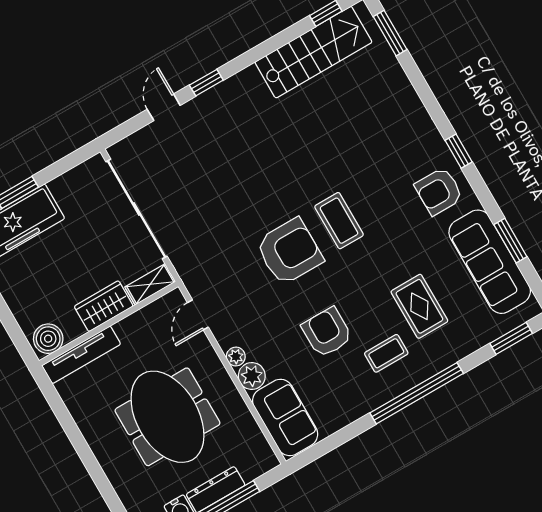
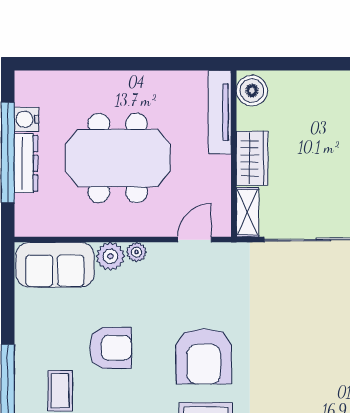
door: (198, 315) -> (195, 240), hinge flipped

